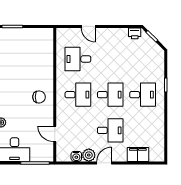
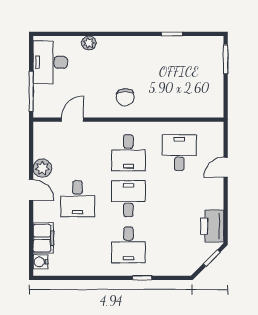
printer: (135, 33) -> (212, 226), width x1.87, depth x1.48
desk: (110, 95) -> (128, 199), turned 180
water cooler: (76, 156) -> (40, 262), moved

